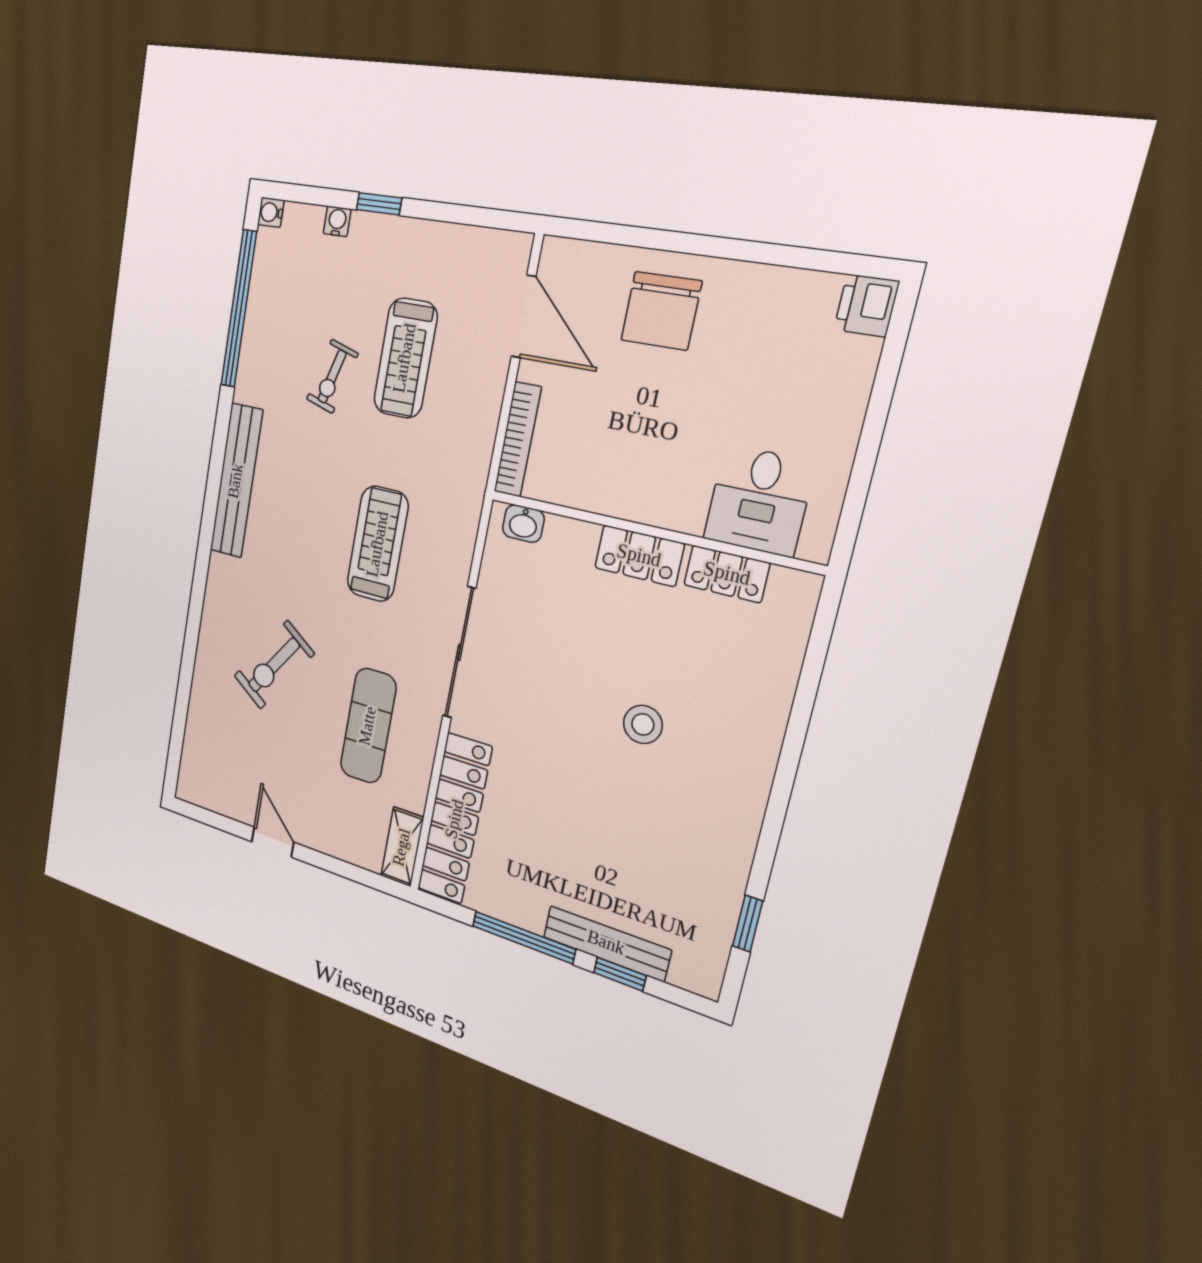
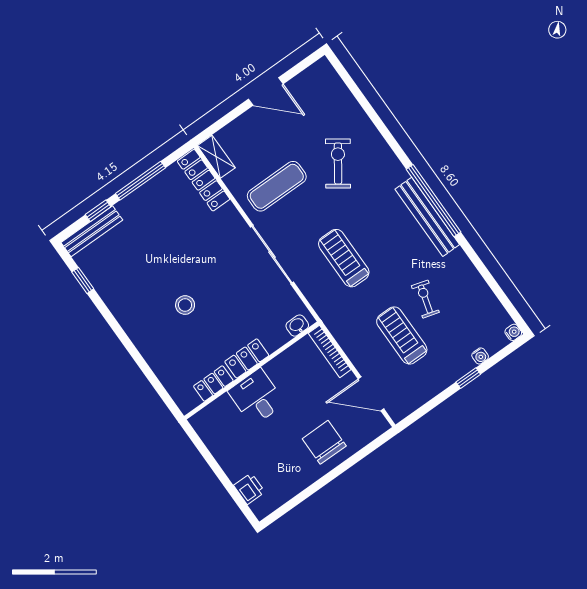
printer: (866, 305) -> (249, 489), moved
window: (239, 309) -> (433, 201), moved
desk: (759, 501) -> (257, 397), moved
treadmill: (378, 544) -> (344, 258), turned 180
exercise mat: (368, 726) -> (277, 186), turned 90
locker: (455, 819) -> (204, 180), width x0.71, depth x0.83
door: (273, 842) -> (266, 92), width x1.38
bench: (606, 943) -> (92, 231), moved

